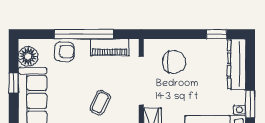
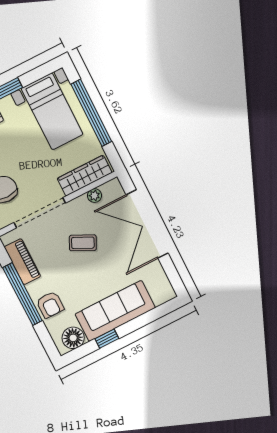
armchair: (64, 52) -> (50, 305), turned 180

